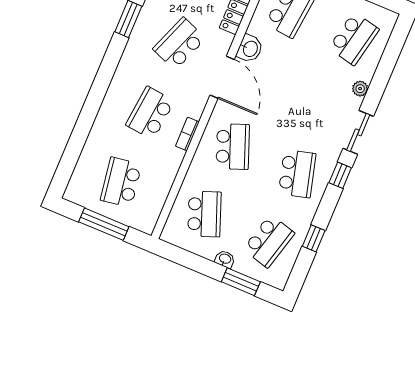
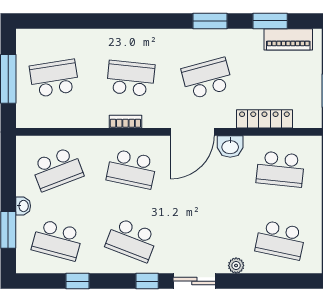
school desk: (179, 44) -> (207, 78), turned -36
school desk: (233, 147) -> (132, 169), turned 33
school desk: (297, 174) -> (132, 240), turned 36

